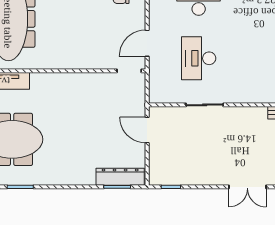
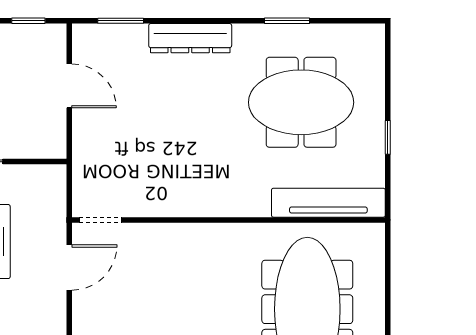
door: (147, 130) -> (69, 86), moved
dresser: (120, 177) -> (190, 38), moved

